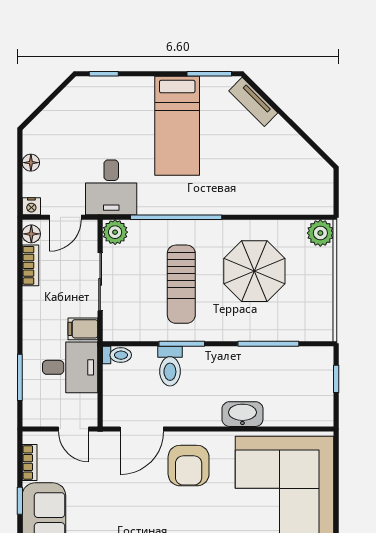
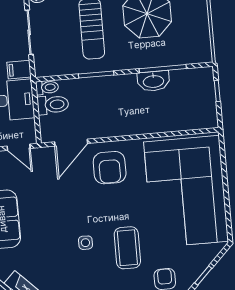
toilet: (170, 366) -> (53, 105), moved, turned -90
washbasin: (242, 414) -> (153, 81), moved, turned 180

